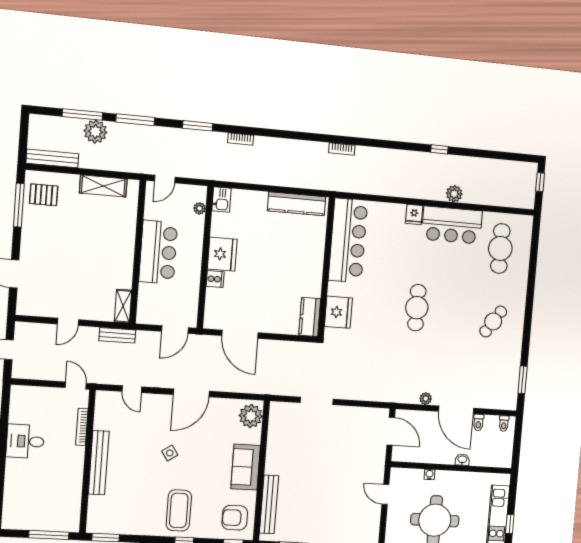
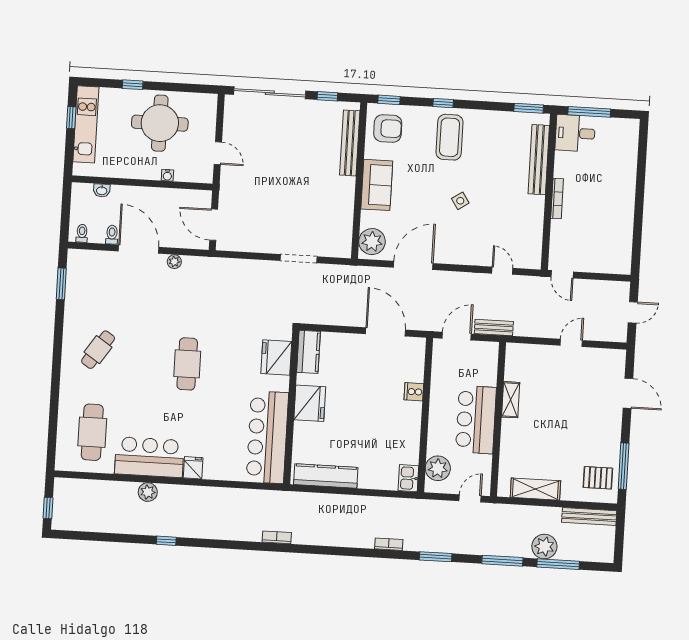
plant: (200, 208) -> (438, 468), width x1.87, depth x1.87
fridge: (222, 254) -> (310, 403), moved, turned 180
shelving: (123, 306) -> (511, 400), moved
bench: (117, 335) -> (494, 328), moved
door: (191, 393) -> (413, 265), moved
bookcase: (82, 427) -> (557, 199), moved
desk: (25, 441) -> (575, 133), moved, turned 180
washbasin: (462, 460) -> (102, 190), moved
bench: (99, 463) -> (539, 160), moved

